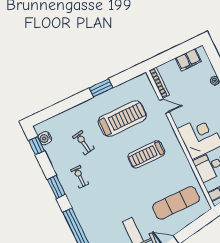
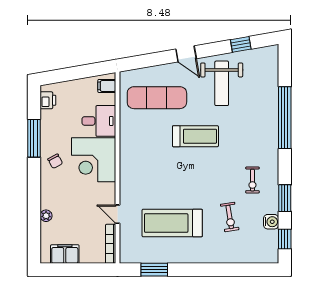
window: (101, 88) -> (154, 270), moved
water cooler: (45, 138) -> (271, 222), moved
treadmill: (146, 154) -> (195, 136), moved
window: (56, 187) -> (285, 198), moved

